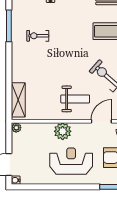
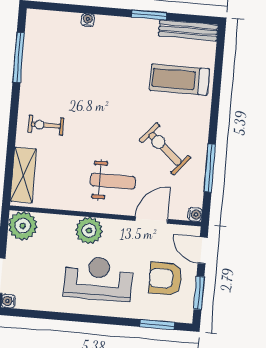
exercise bike: (38, 36) -> (46, 125), moved
plant: (16, 128) -> (23, 226), width x1.87, depth x1.87

